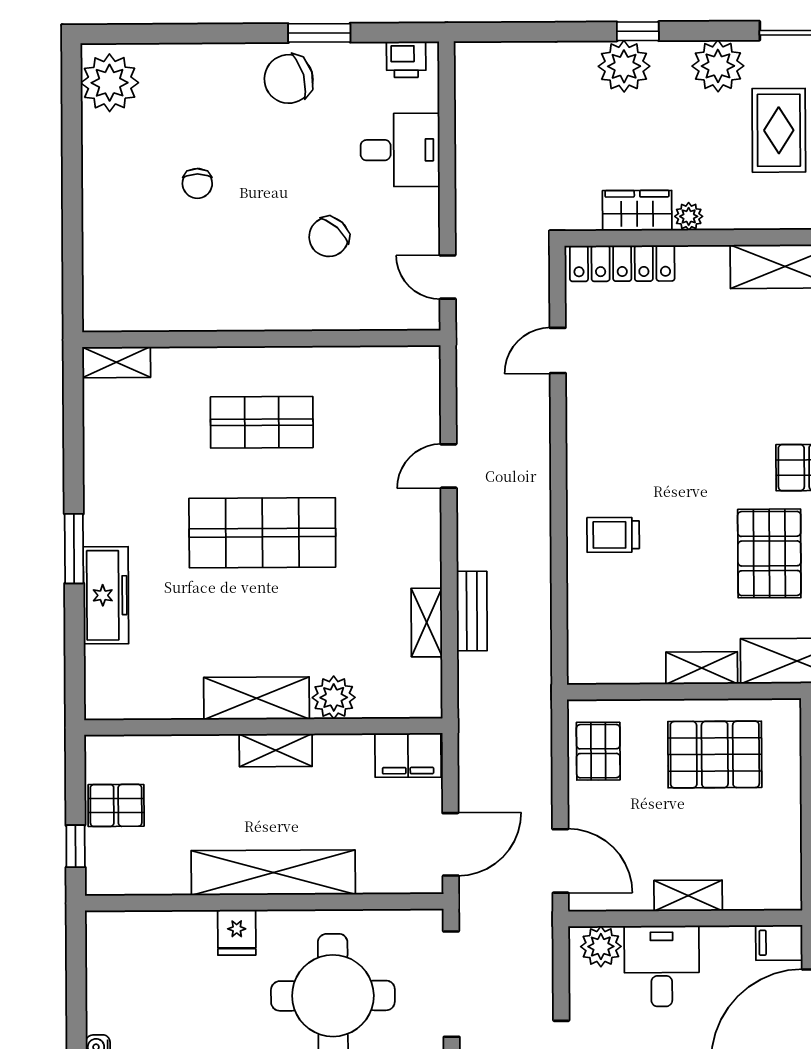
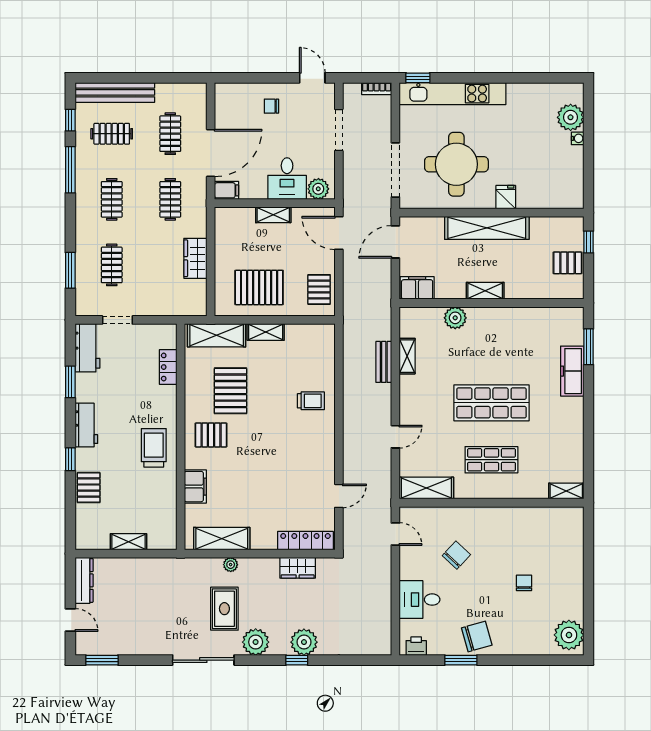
plant: (689, 216) -> (231, 565), moved
window: (74, 549) -> (589, 347), moved
shelving: (256, 698) -> (426, 488), moved

